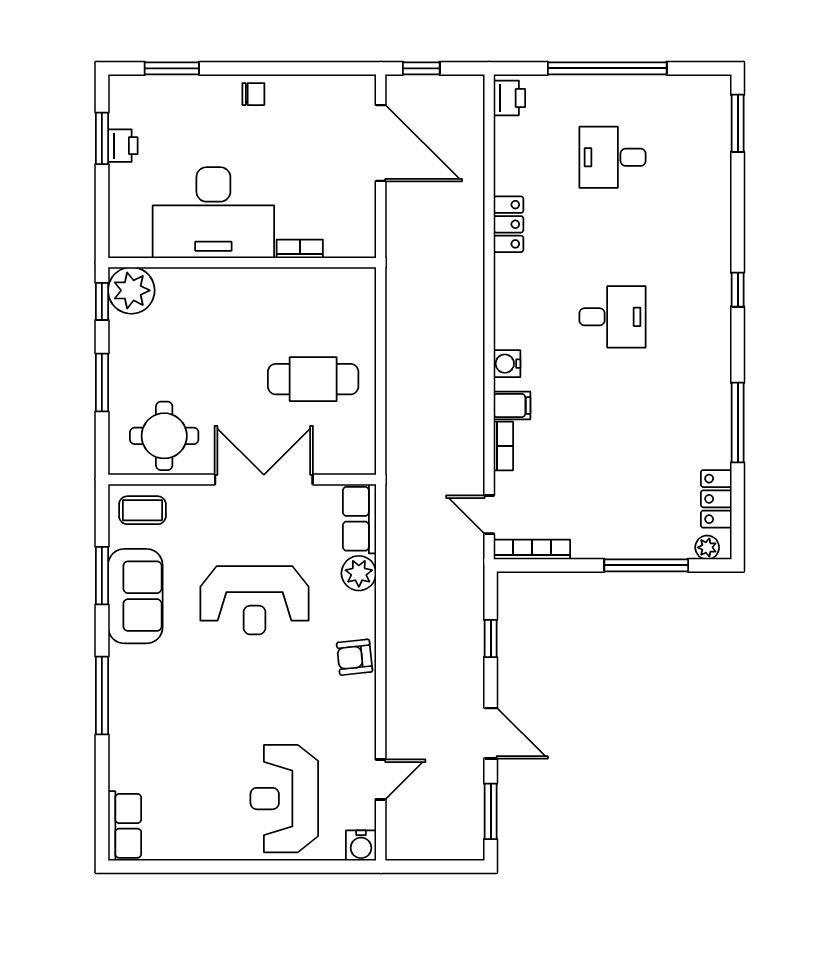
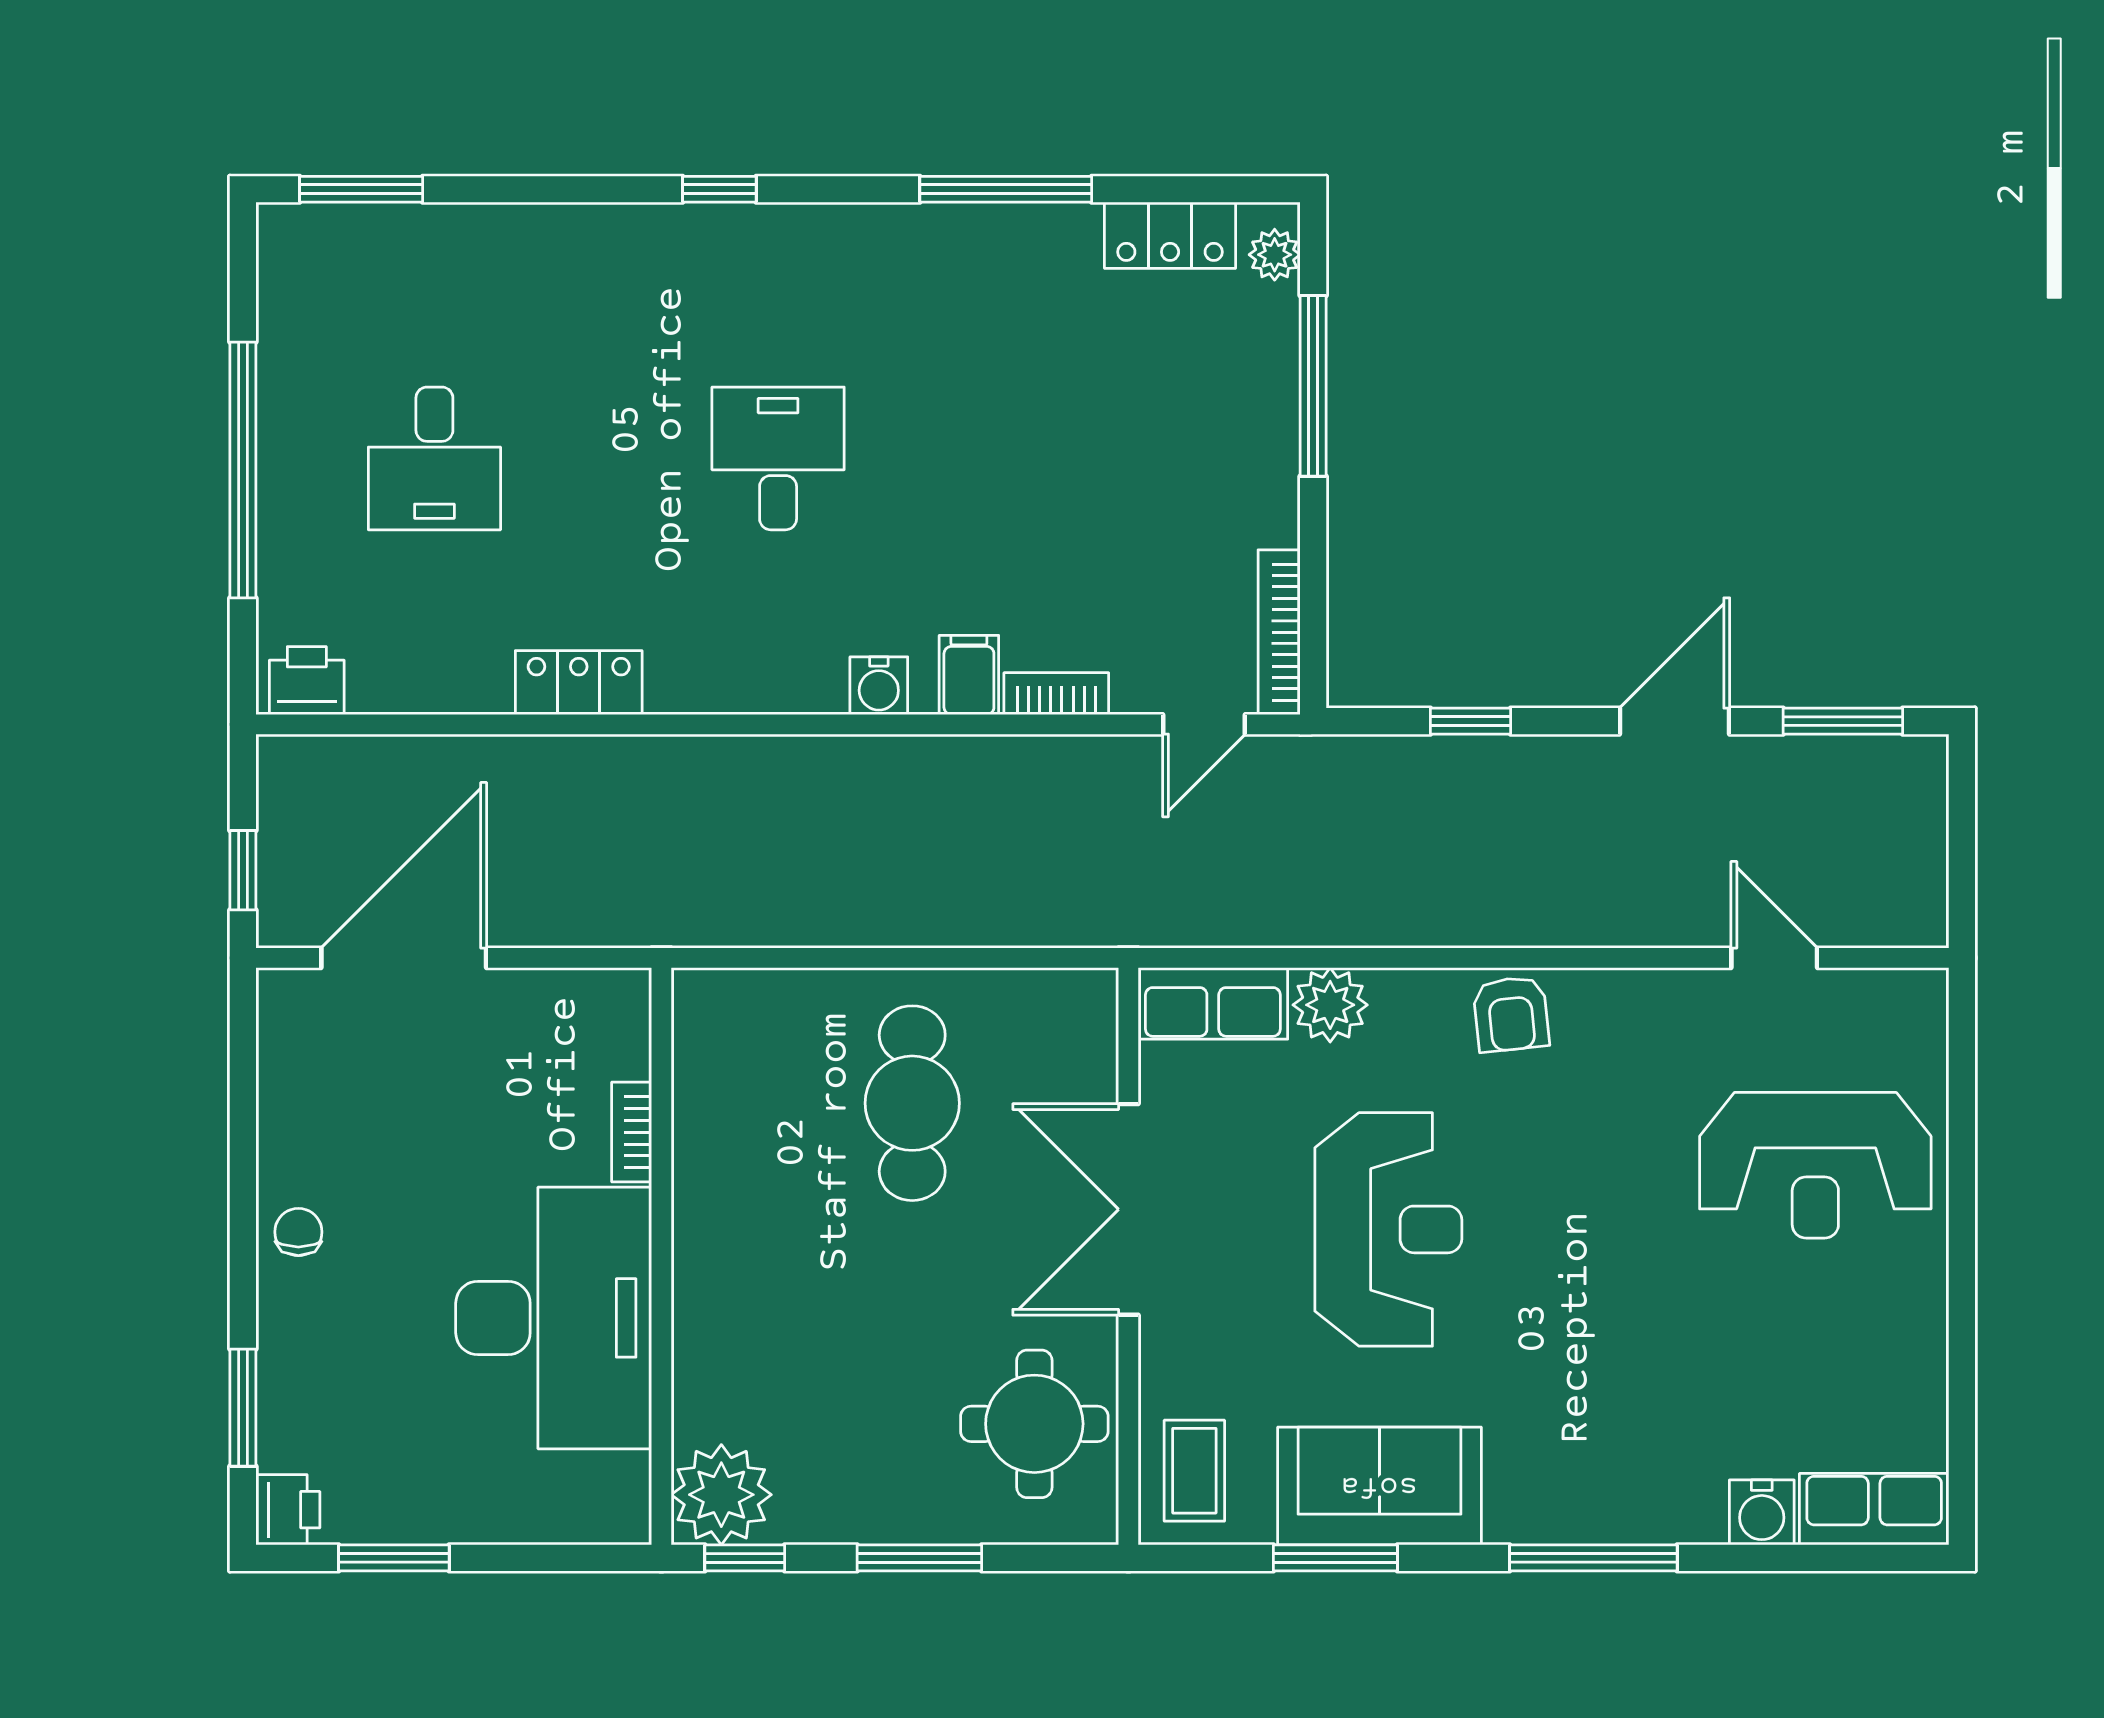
printer: (123, 146) -> (288, 1510), moved, turned 90
water cooler: (361, 845) -> (1762, 1512), moved, turned 90

